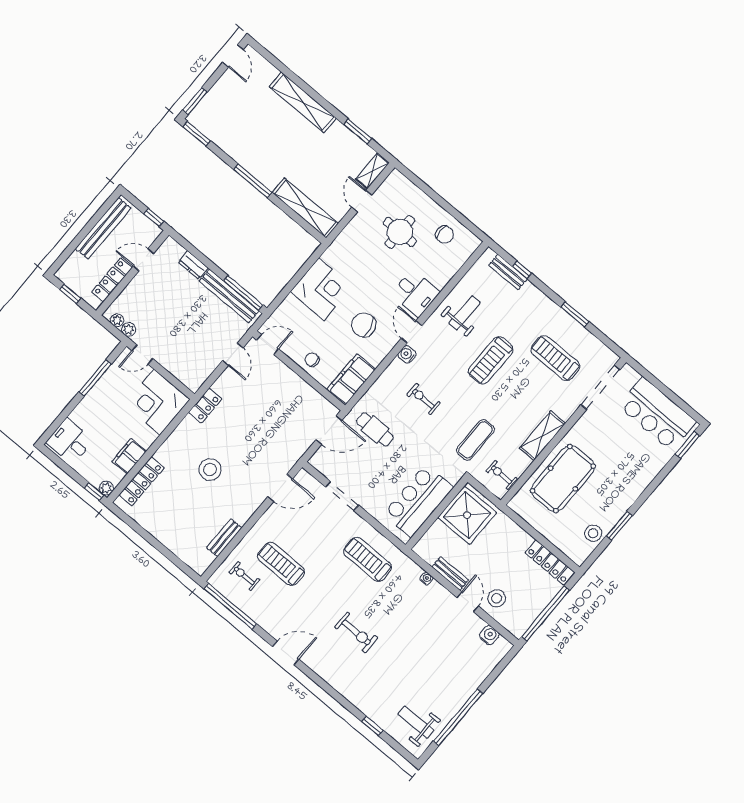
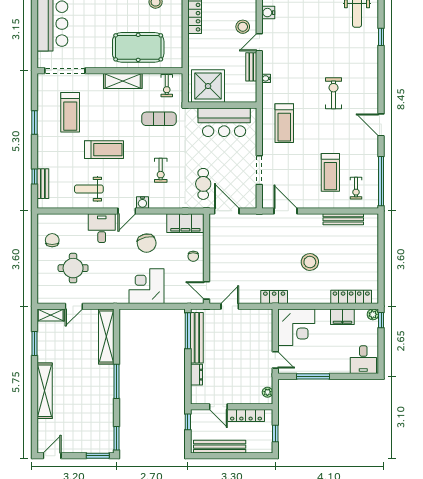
plant: (129, 329) -> (267, 381), removed
bench: (224, 538) -> (343, 219), width x1.36

